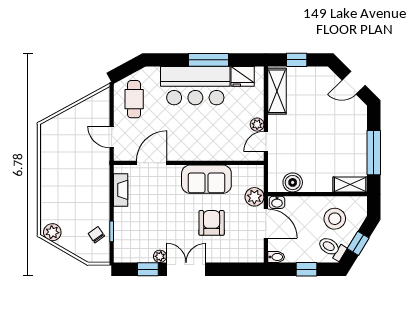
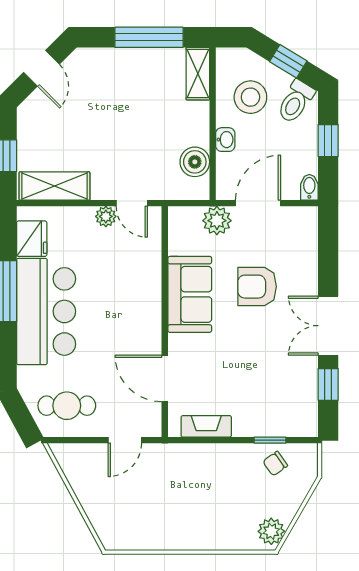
washbasin: (277, 202) -> (225, 140), moved
plant: (160, 256) -> (308, 366), removed

